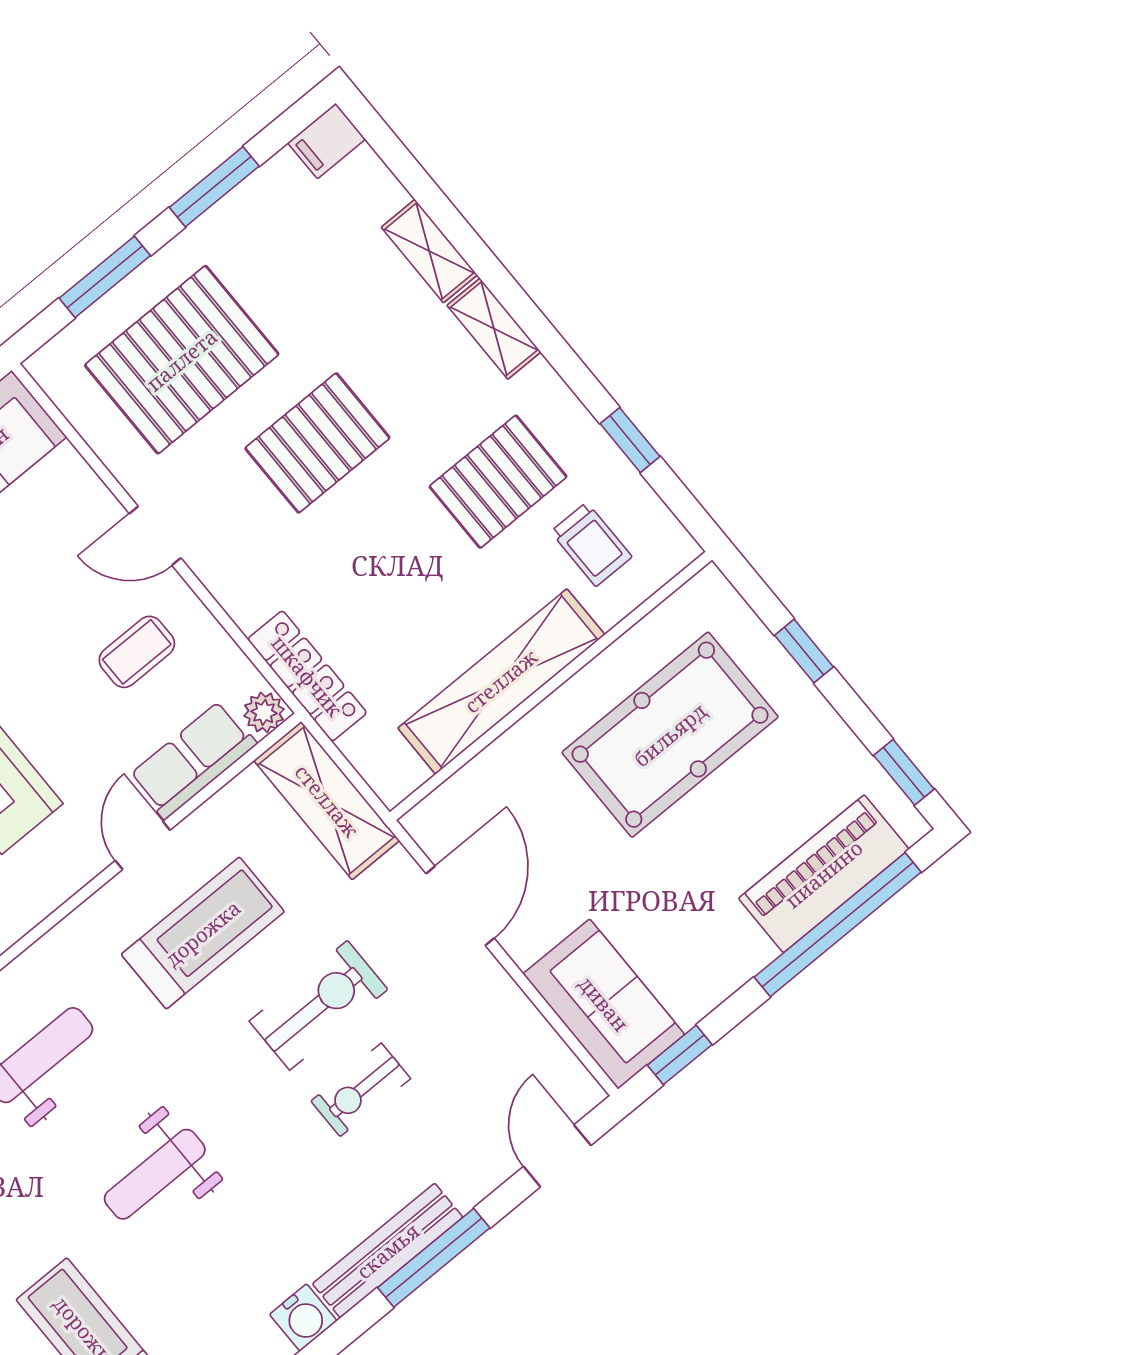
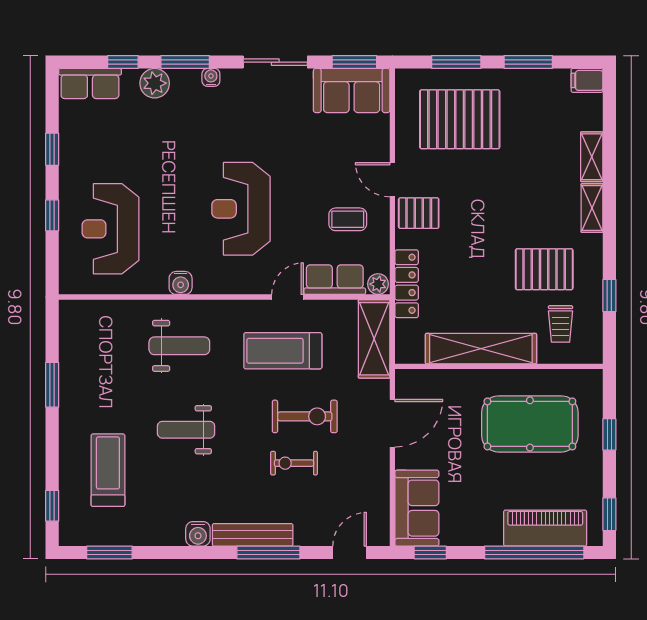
pallet: (317, 443) -> (419, 213), moved, width x0.67, depth x0.71
treadmill: (203, 933) -> (283, 351), turned 180

